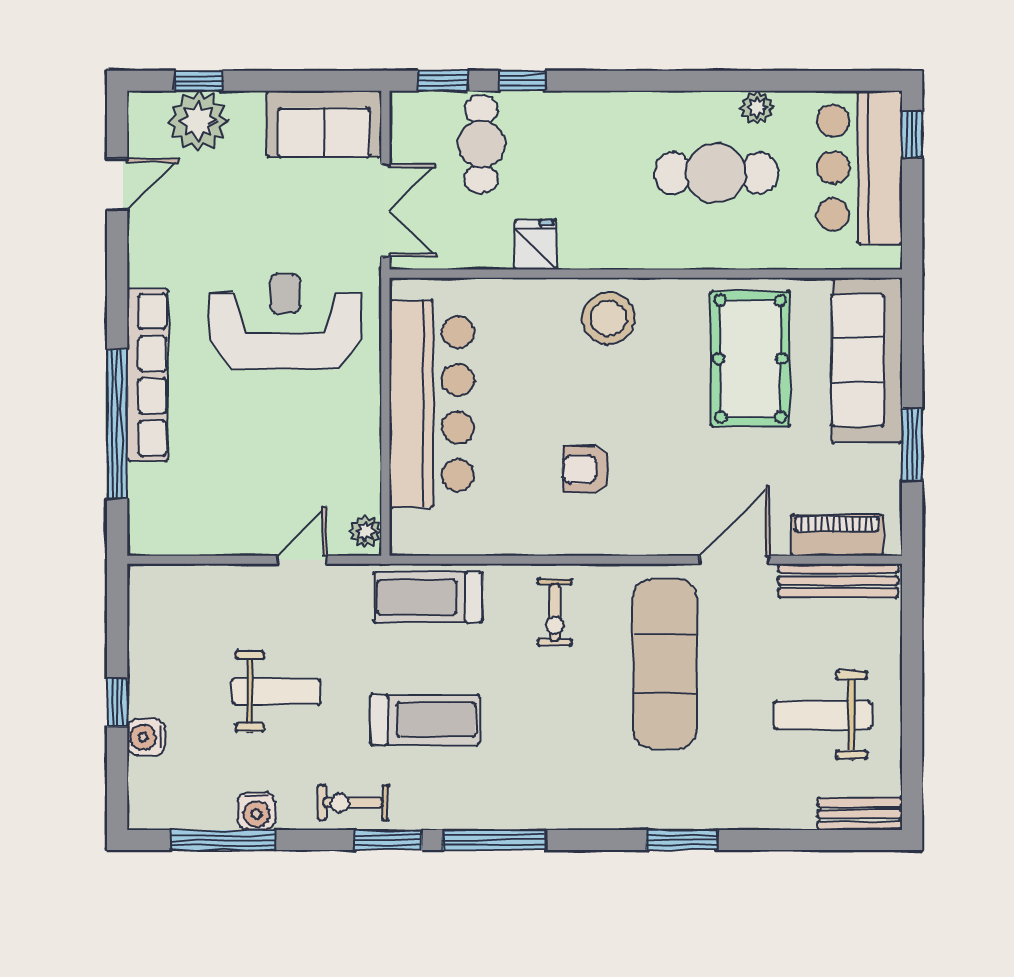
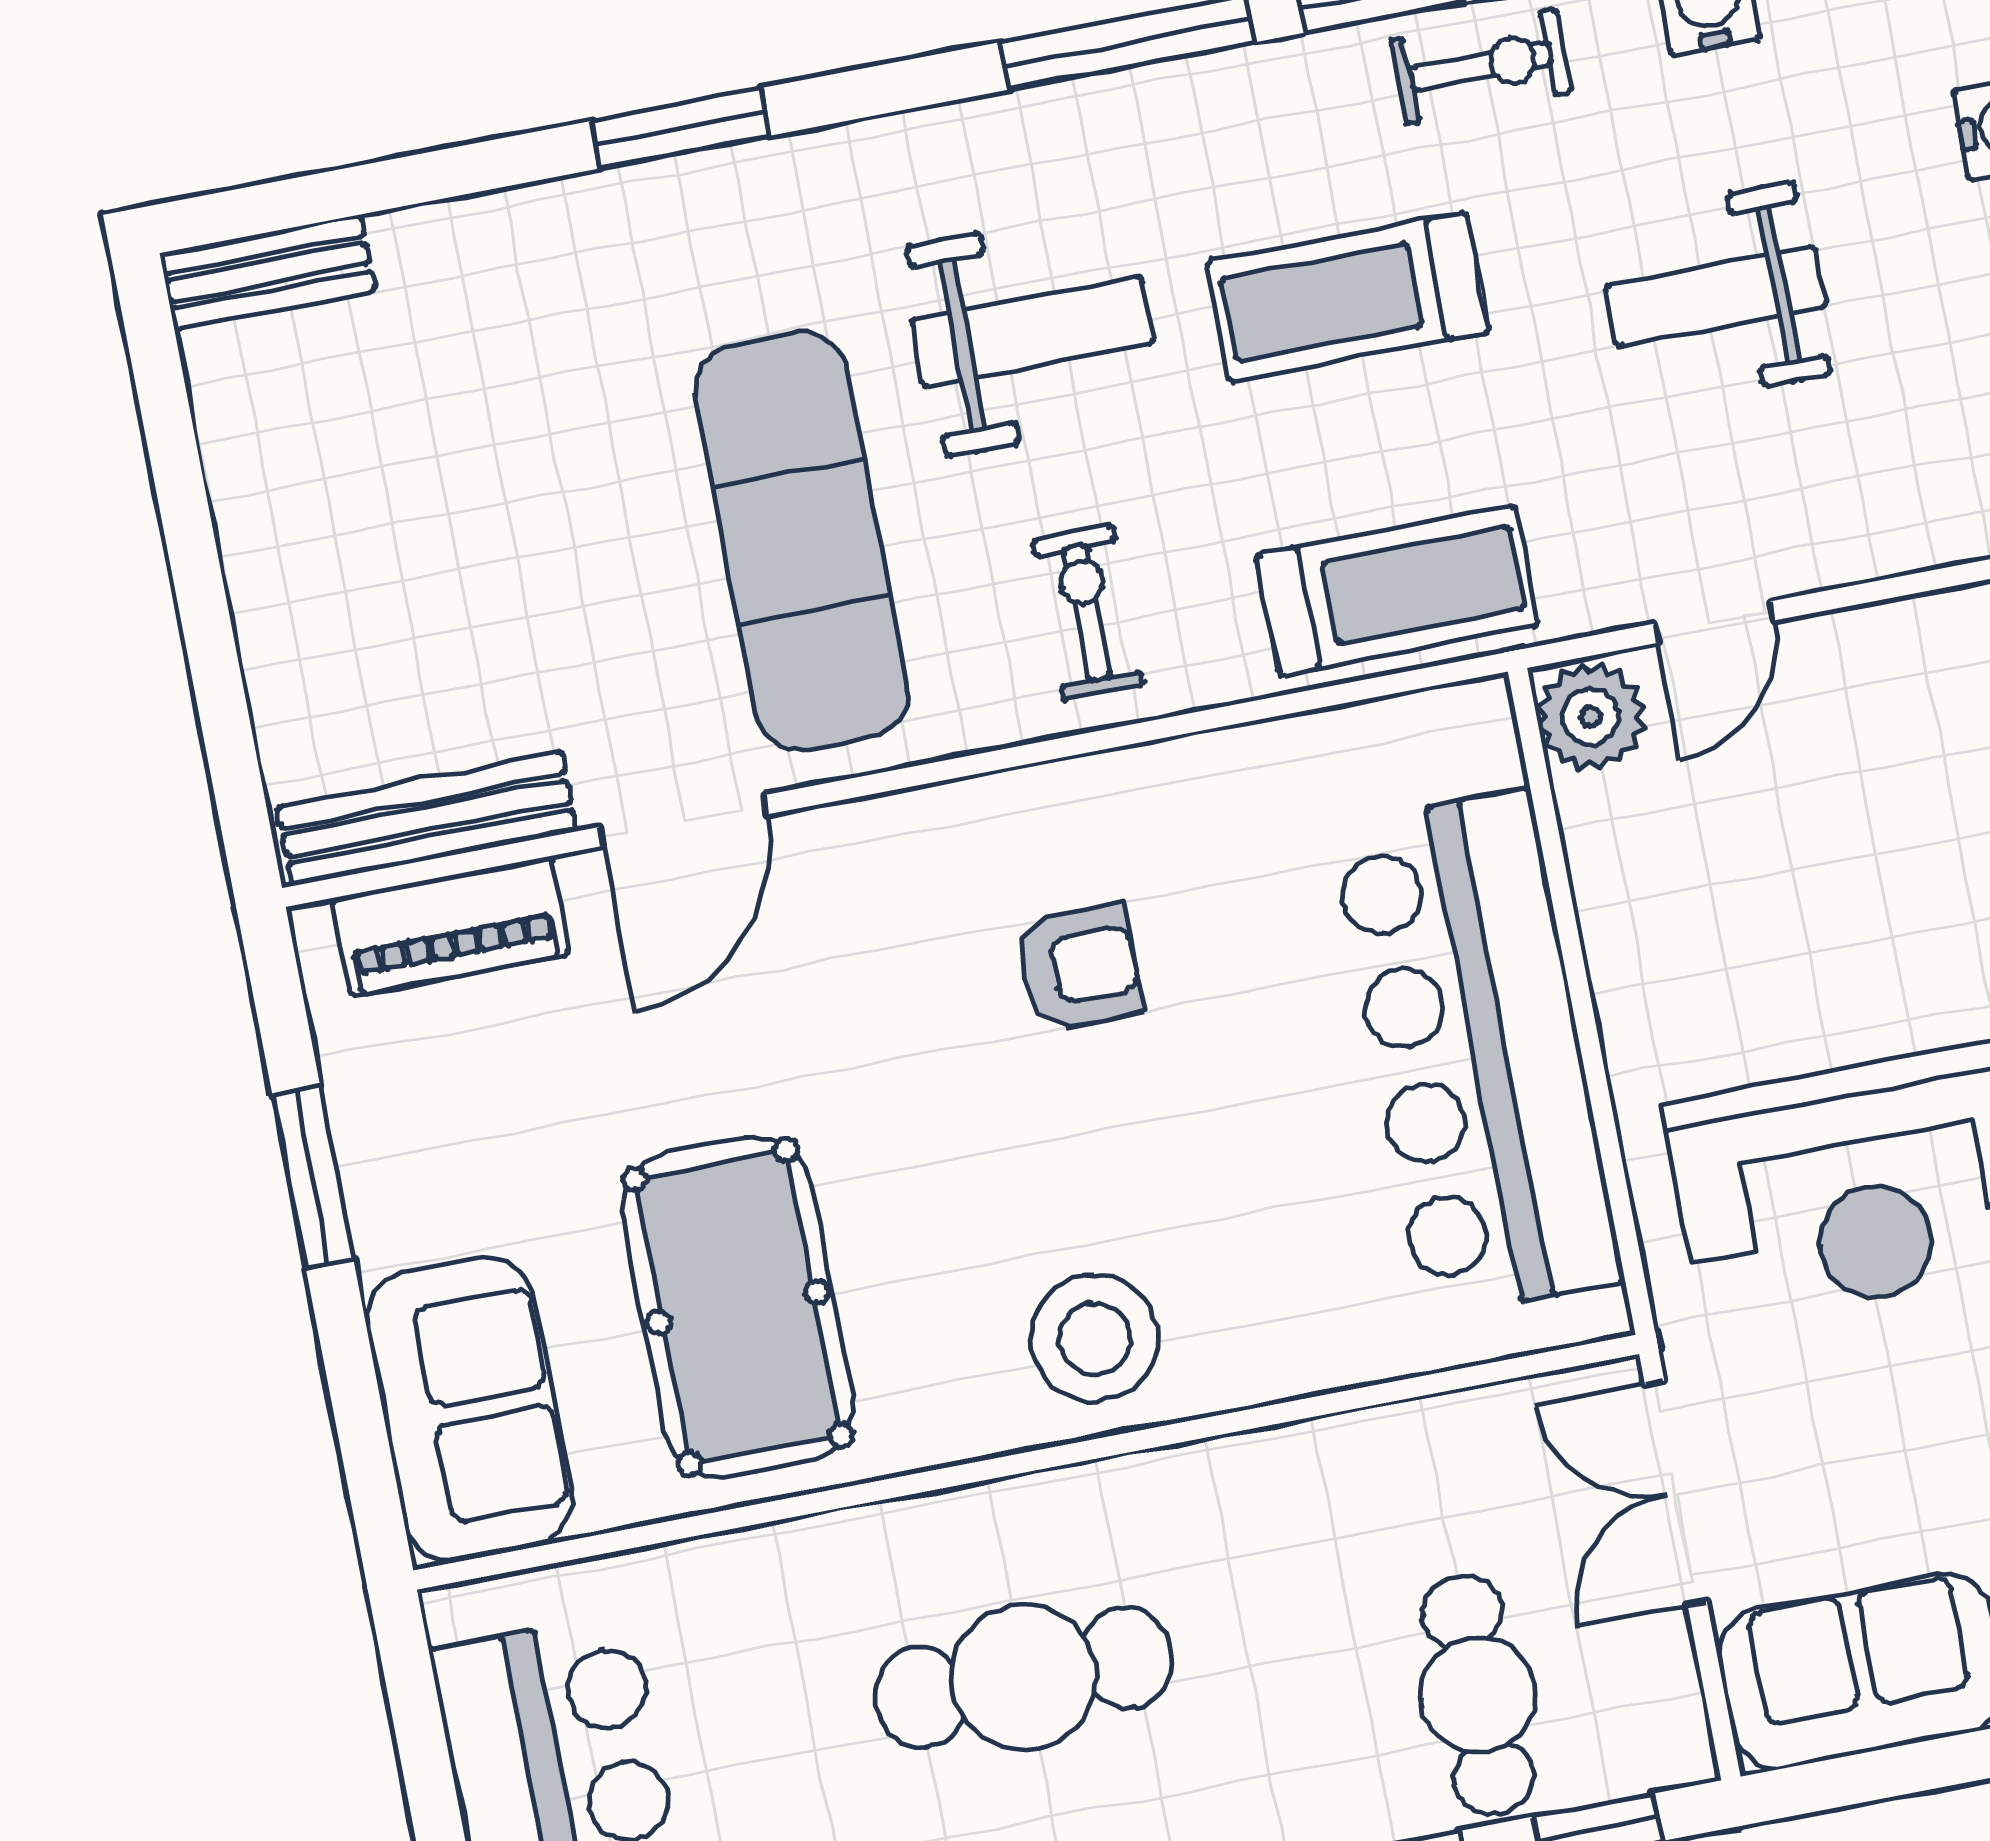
cafe table: (716, 173) -> (1024, 1677), moved
fridge: (536, 245) -> (1302, 1481), removed
sofa: (867, 360) -> (469, 1409), width x0.73
plant: (365, 531) -> (1591, 717), width x1.38, depth x1.38
weight bench: (822, 715) -> (1032, 332), moved

